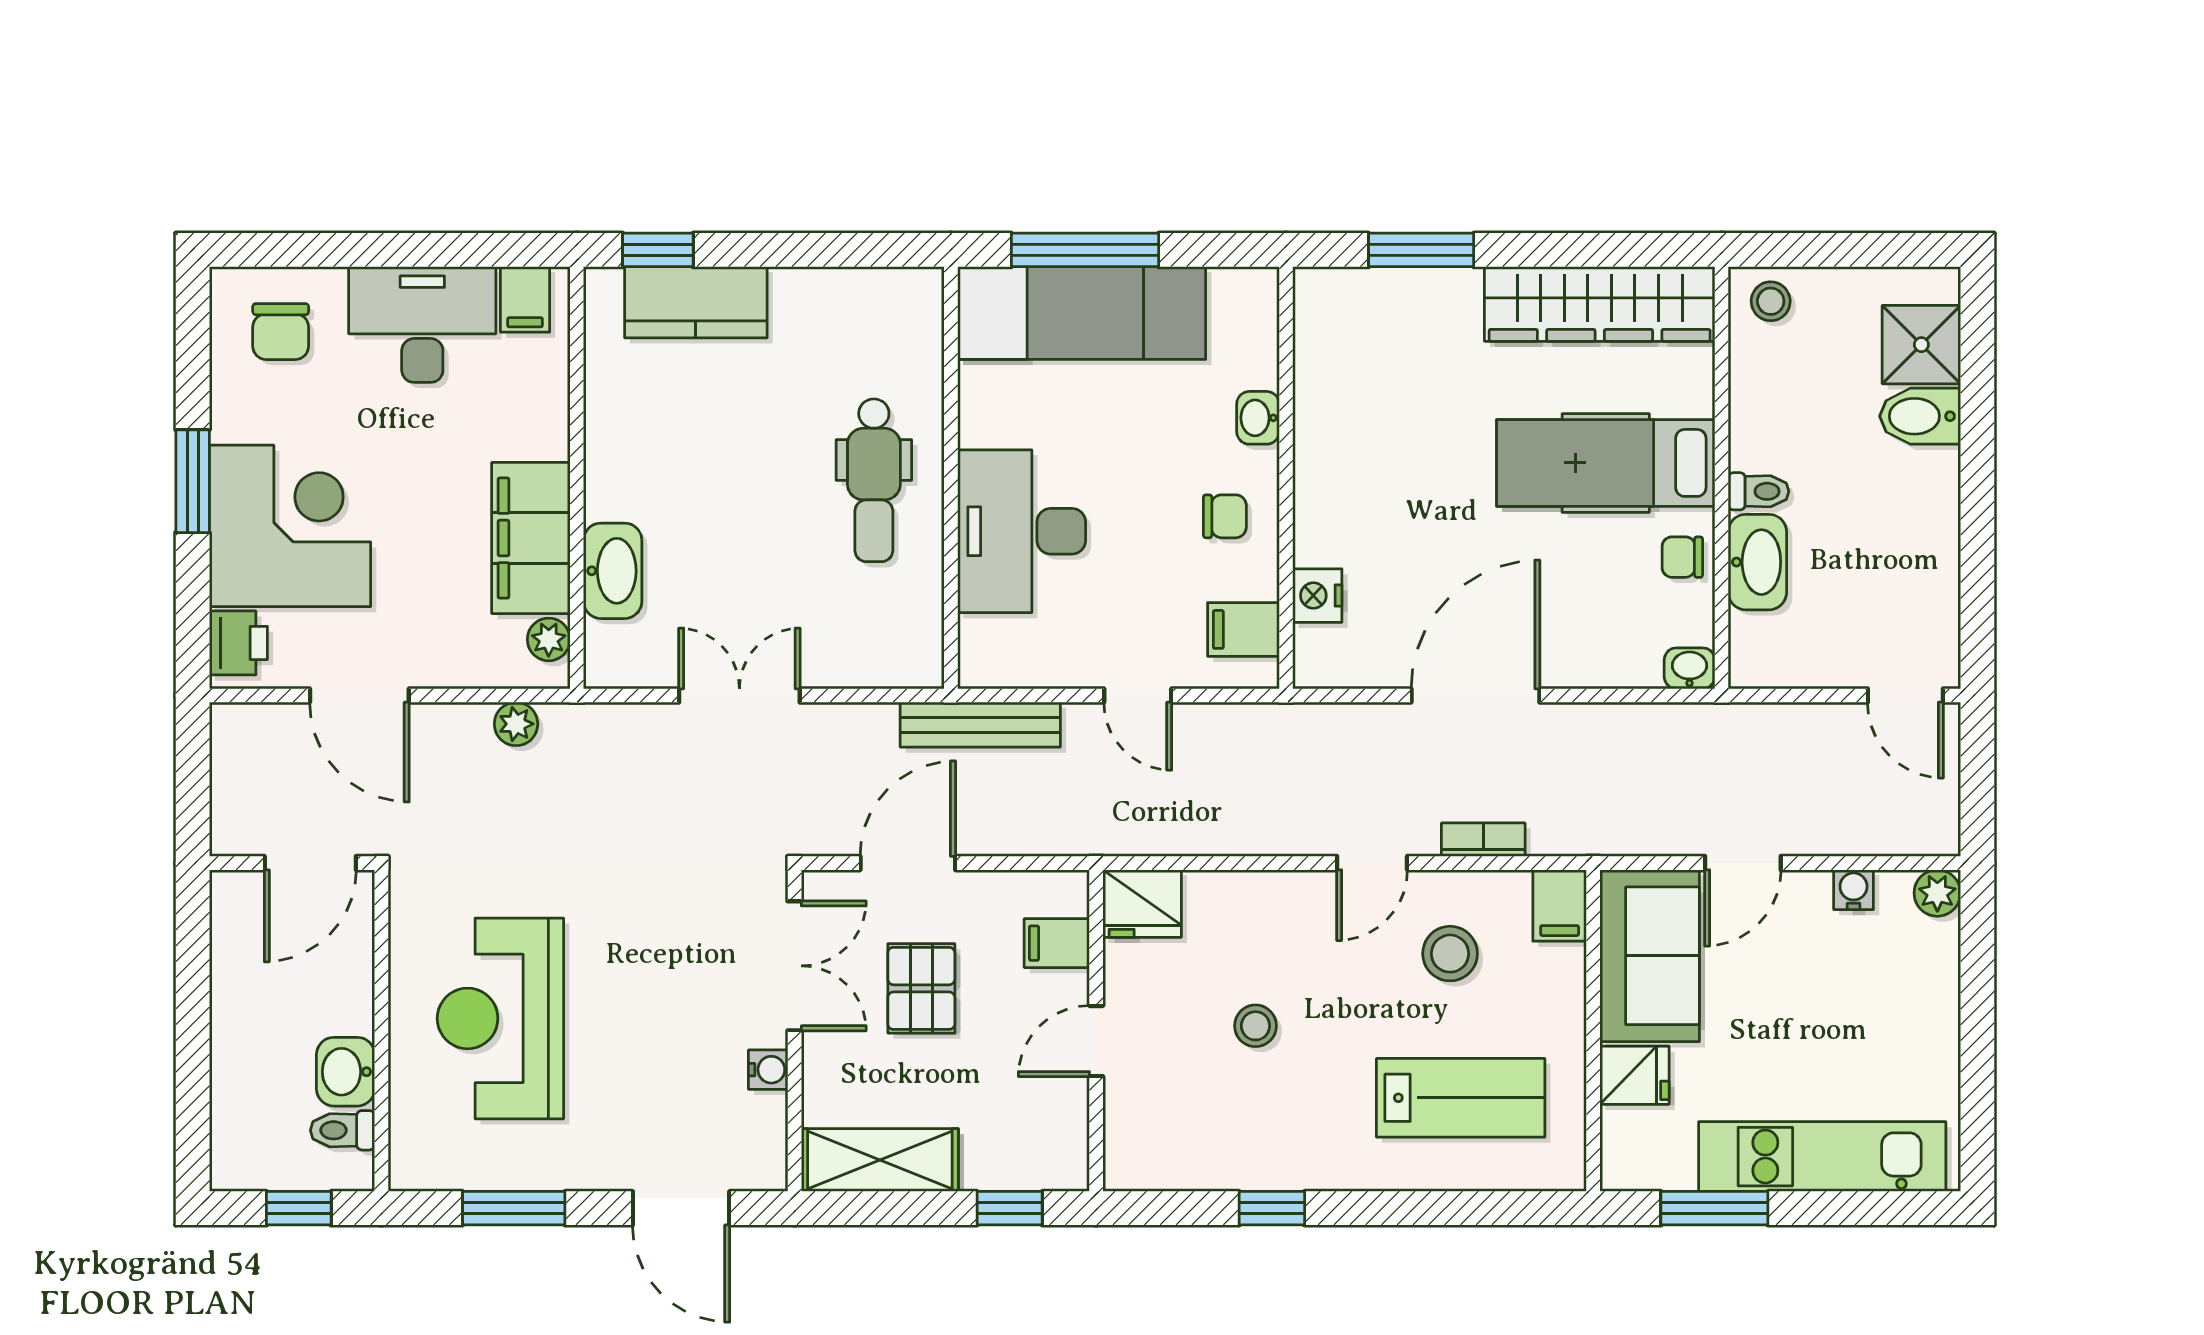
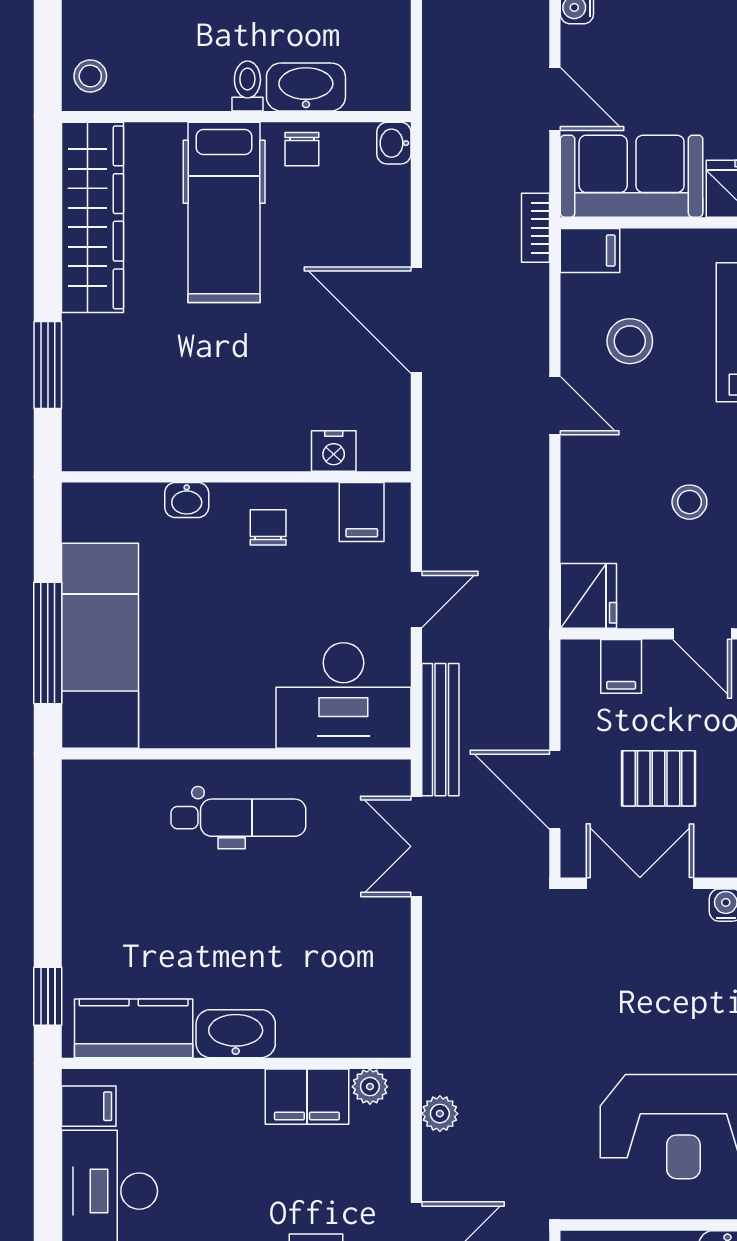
kitchen counter: (696, 302) -> (134, 1028), moved, turned -90
desk: (1022, 531) -> (343, 695), moved
filing cabinet: (531, 538) -> (307, 1097), width x0.67, depth x0.86
washbasin: (613, 571) -> (236, 1034), moved
double door: (739, 696) -> (416, 846), moved
bookcase: (1483, 840) -> (536, 228), moved

